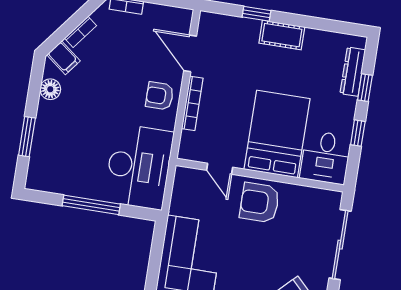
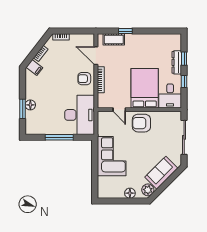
cot: (282, 35) -> (114, 39), moved
dresser: (353, 72) -> (177, 62), moved
floor lamp: (50, 89) -> (30, 105), moved

